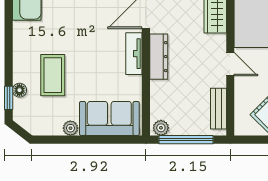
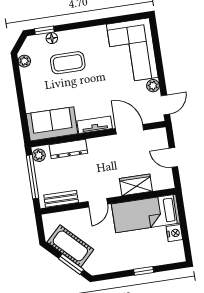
dresser: (159, 57) -> (68, 149), moved
sofa: (109, 118) -> (52, 124), moved, turned -90
plant: (70, 128) -> (24, 61), moved

